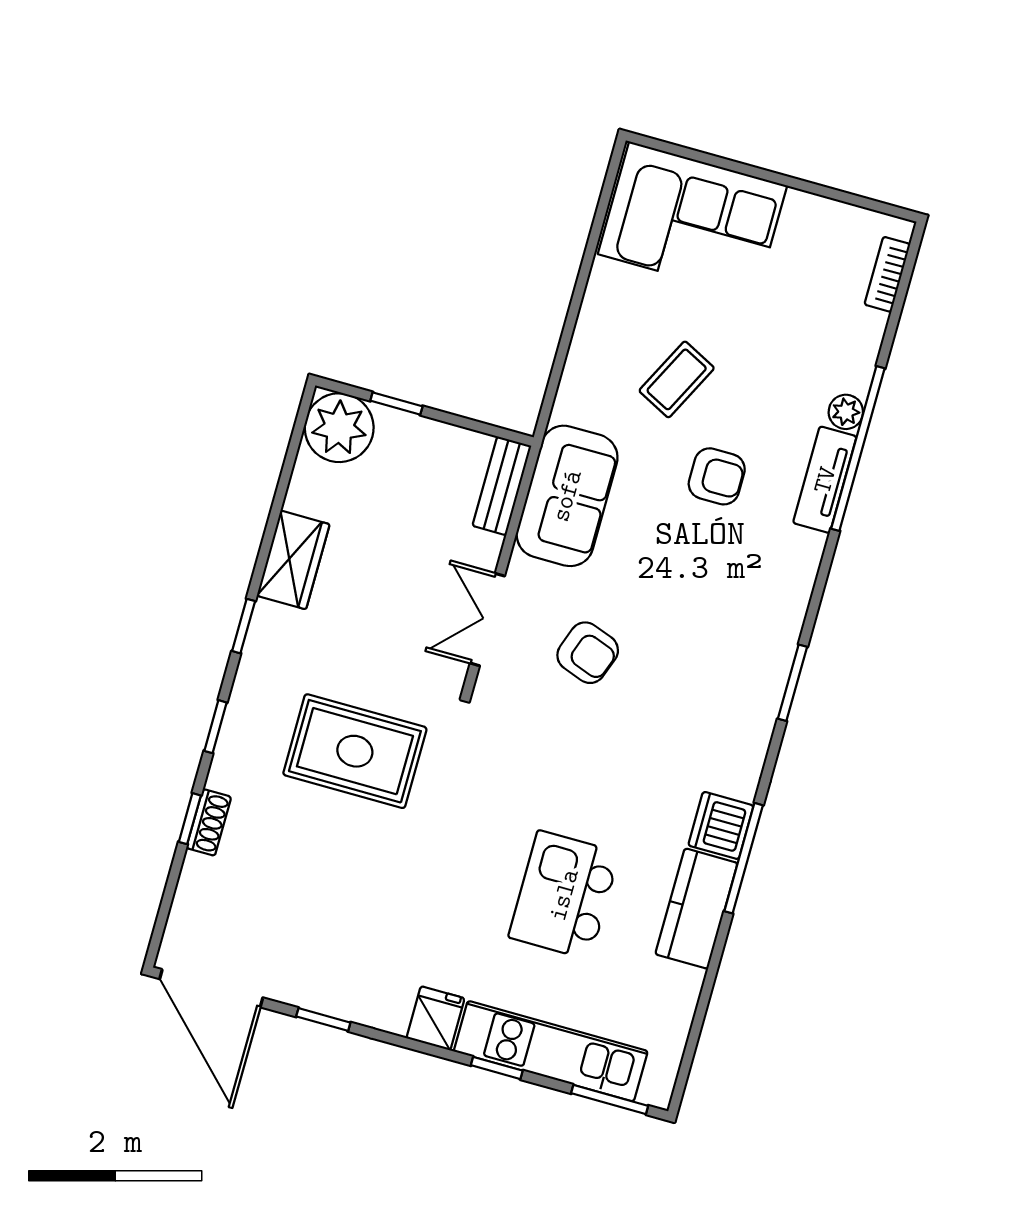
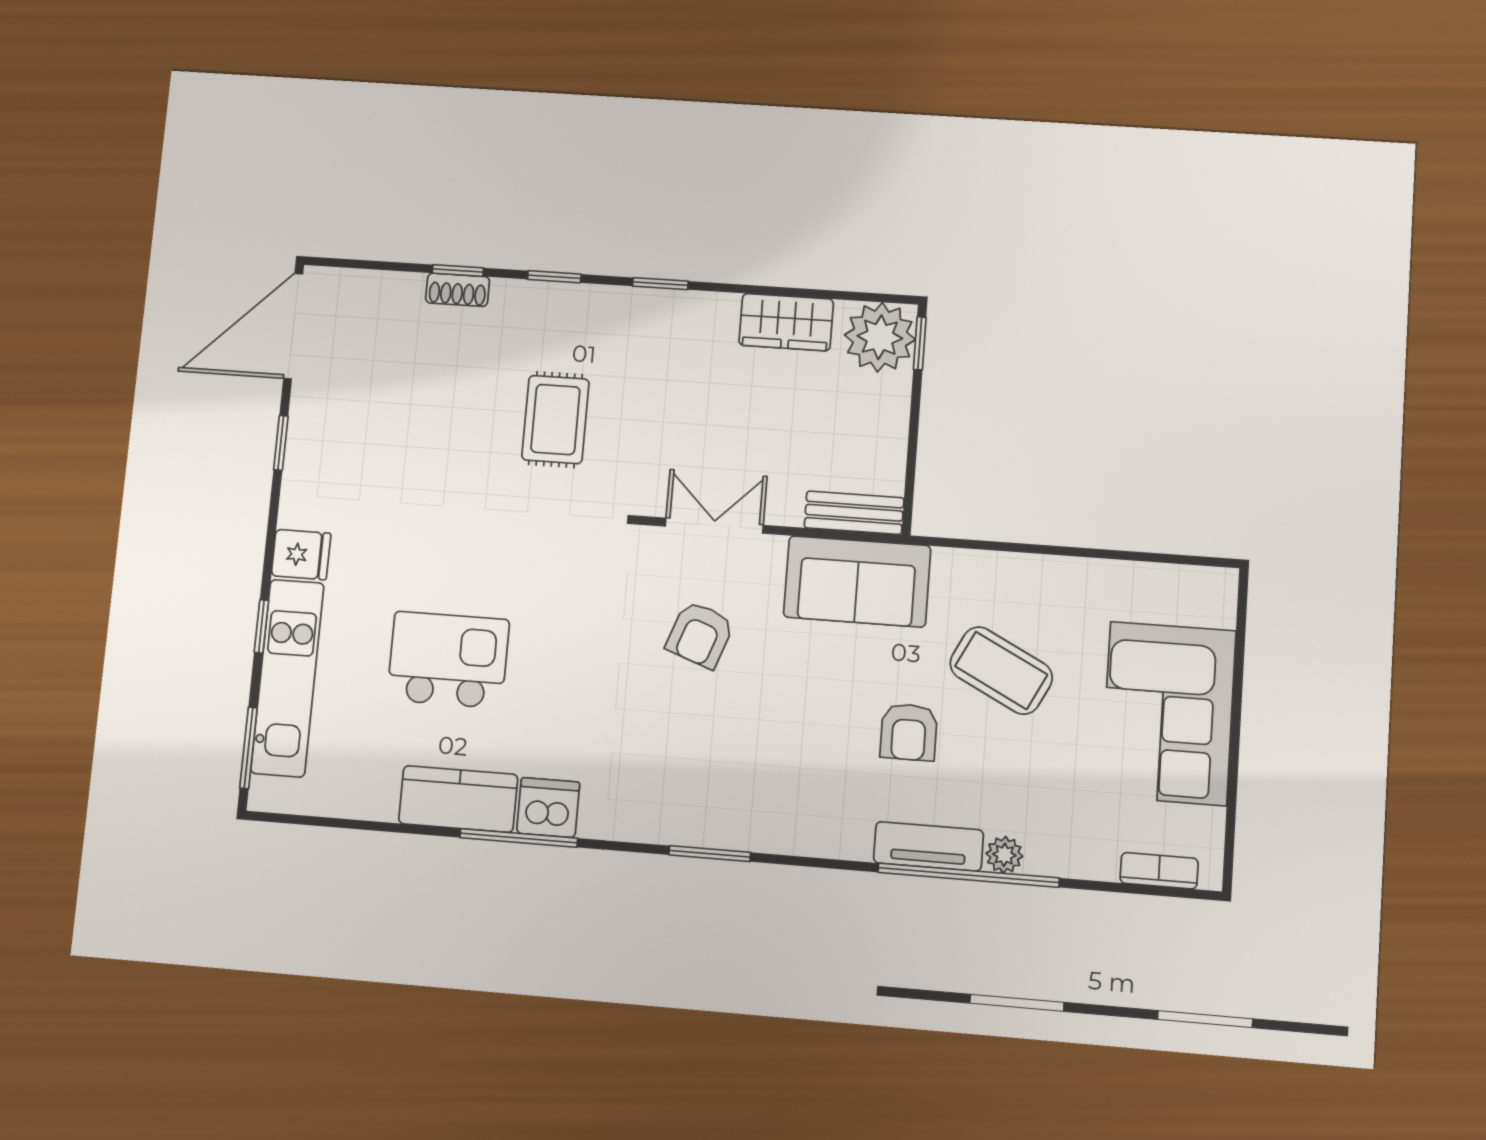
corner sofa: (692, 220) -> (1168, 713), moved
coffee table: (677, 379) -> (1001, 670), width x1.36, depth x1.30
window: (396, 404) -> (920, 343), moved
wardrobe: (293, 560) -> (786, 322), moved
rug: (355, 751) -> (555, 419), width x0.73, depth x0.70

